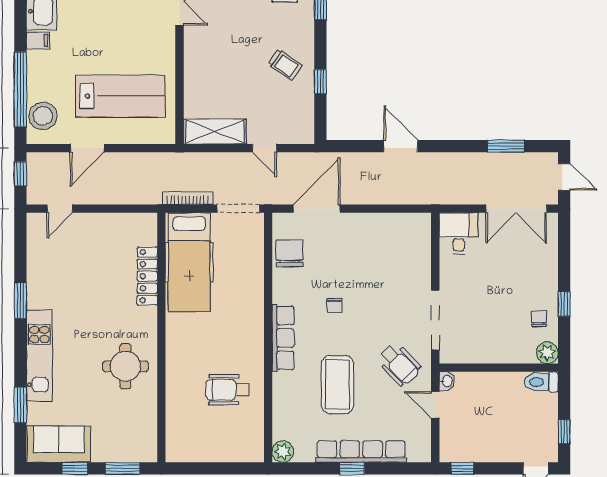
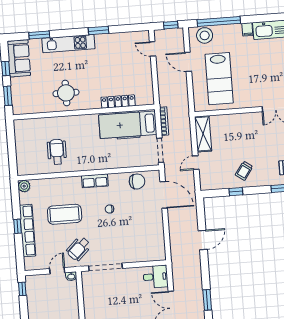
row of seats: (283, 338) -> (95, 181), width x0.68

